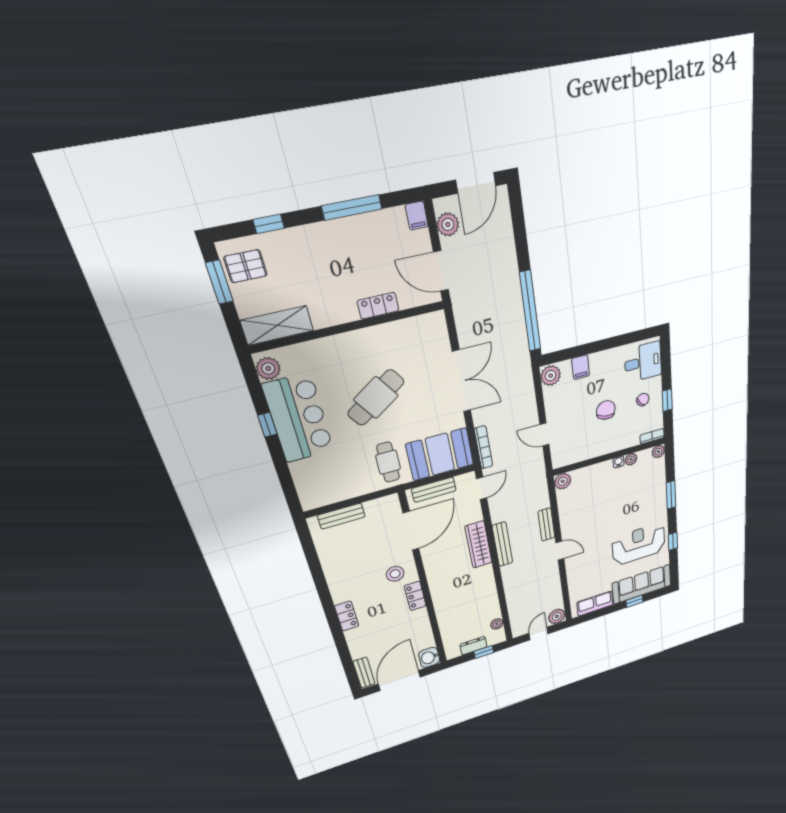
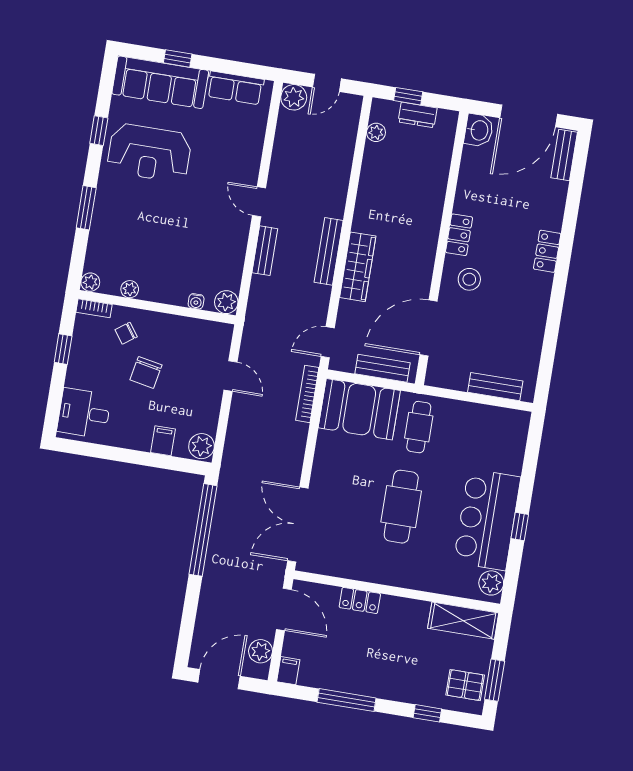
double door: (461, 381) -> (298, 524), moved
cafe table: (376, 398) -> (401, 507), turned -56
chair: (643, 400) -> (126, 333), moved
water cooler: (619, 462) -> (196, 301), moved

